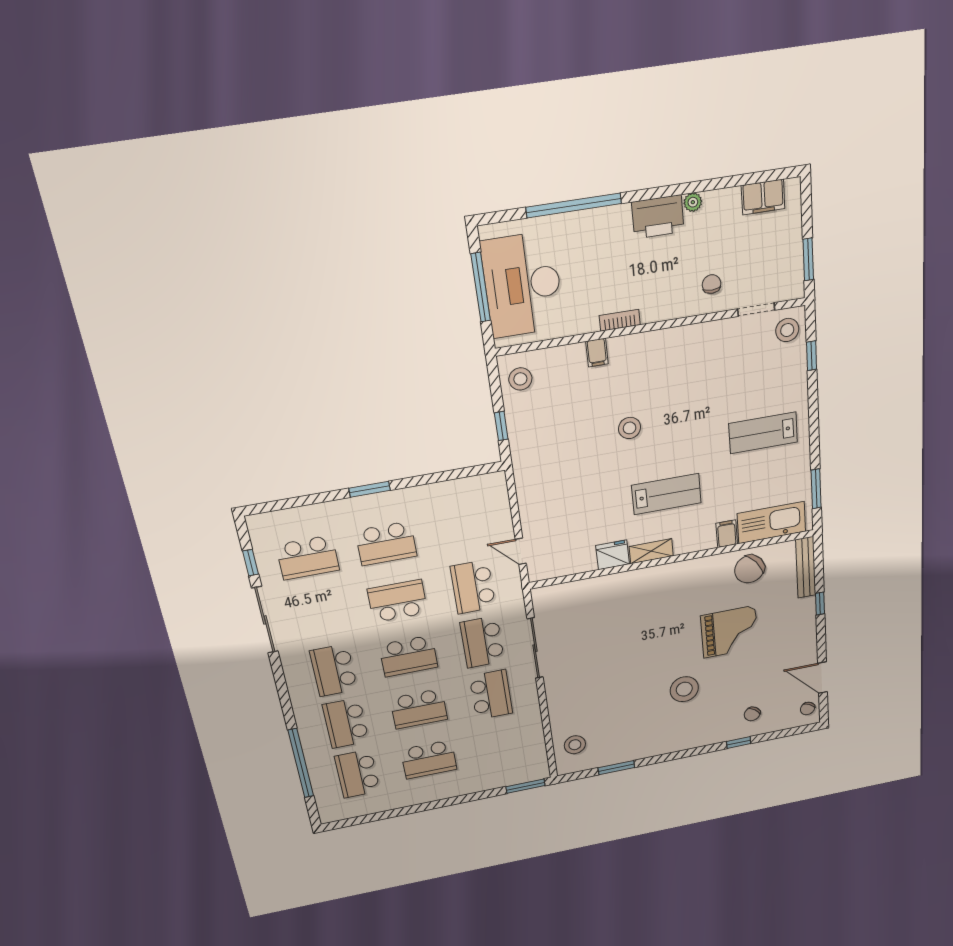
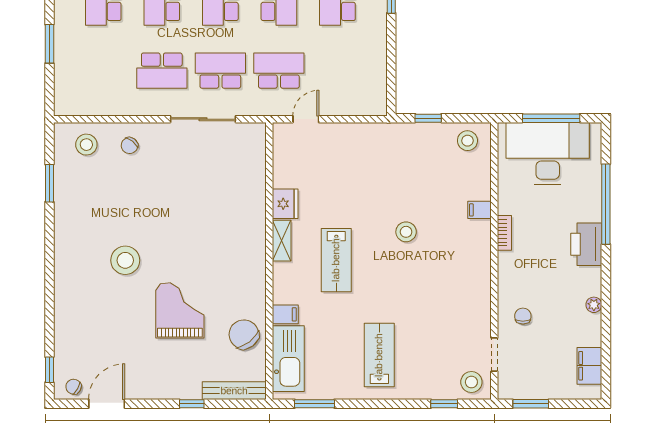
printer: (658, 217) -> (586, 244), moved
chair: (711, 284) -> (523, 316), turned -90
grand piano: (729, 632) -> (180, 310), turned 180
chair: (752, 714) -> (130, 146), moved, turned -89
window: (739, 743) -> (49, 370), moved
window: (526, 786) -> (49, 44), moved

